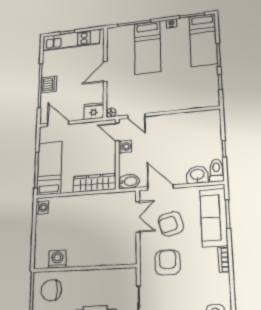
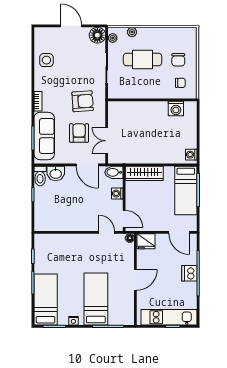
washing machine: (125, 147) -> (117, 194), moved
armchair: (171, 224) -> (79, 133), turned -76
armchair: (168, 262) -> (83, 101), turned -94
chair: (51, 290) -> (180, 83), width x0.54, depth x0.54

